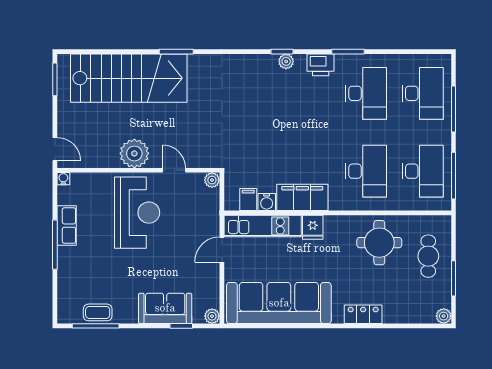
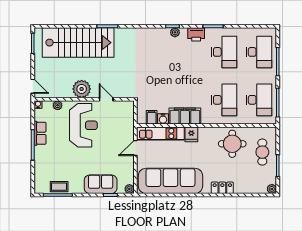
plant: (212, 180) -> (58, 105), moved

